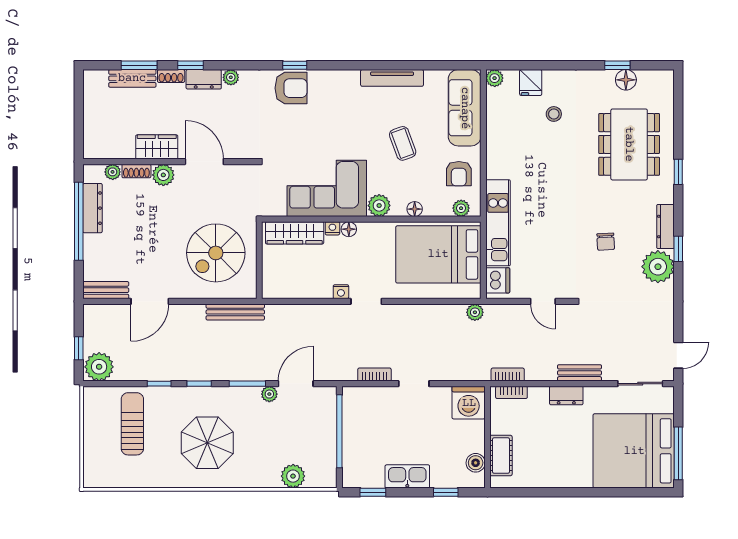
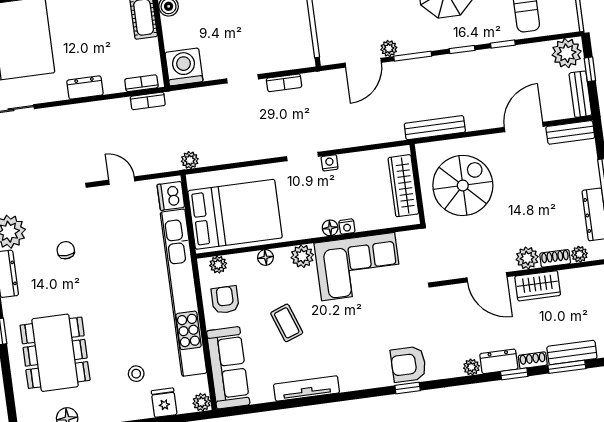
kitchen unit: (498, 223) -> (183, 293), width x1.86
wardrobe: (295, 233) -> (403, 186), moved, turned -90
bench: (580, 373) -> (580, 94), moved, turned 90

